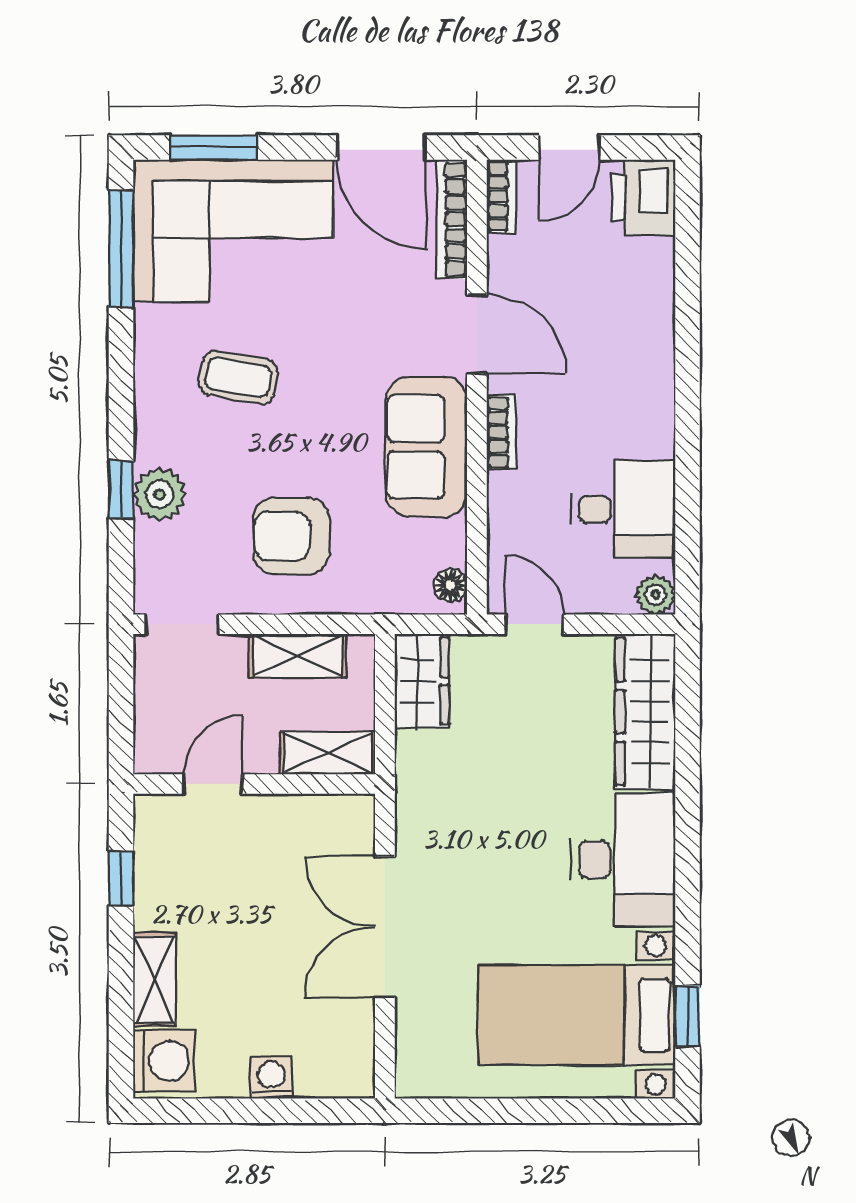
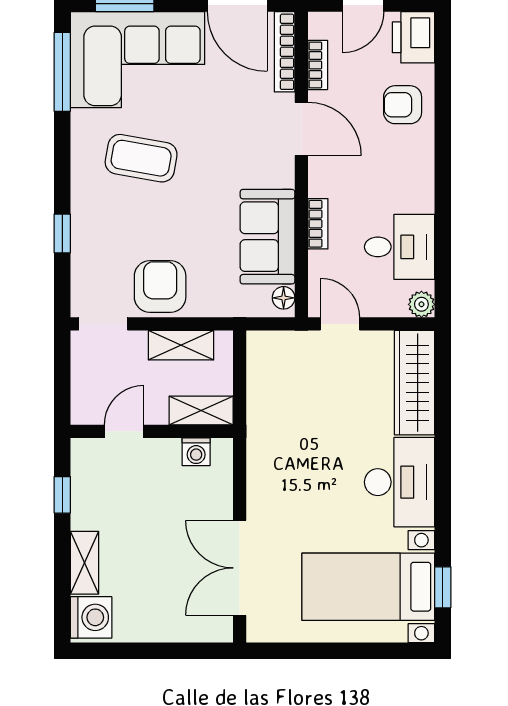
bookcase: (501, 196) -> (318, 65), moved
armchair: (628, 298) -> (403, 105), added
coffee table: (238, 377) -> (141, 158), width x1.36, depth x1.30
bookcase: (502, 432) -> (318, 224), moved
sofa: (427, 447) -> (267, 237), moved
plant: (160, 494) -> (88, 237), removed
armchair: (291, 536) -> (160, 287), moved, turned 90
wardrobe: (422, 681) -> (264, 362), removed
double door: (385, 927) -> (240, 568), moved
washing machine: (271, 1078) -> (196, 452), moved, turned 180

